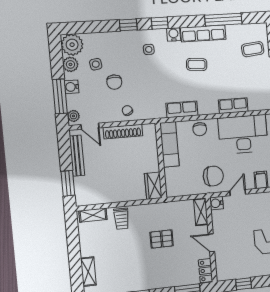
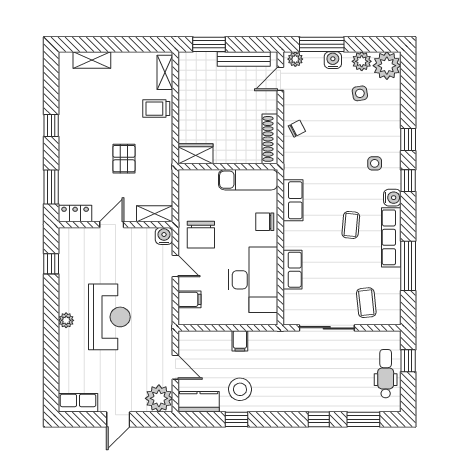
chair: (114, 82) -> (335, 115), removed
shoe rack: (123, 132) -> (270, 139), moved

